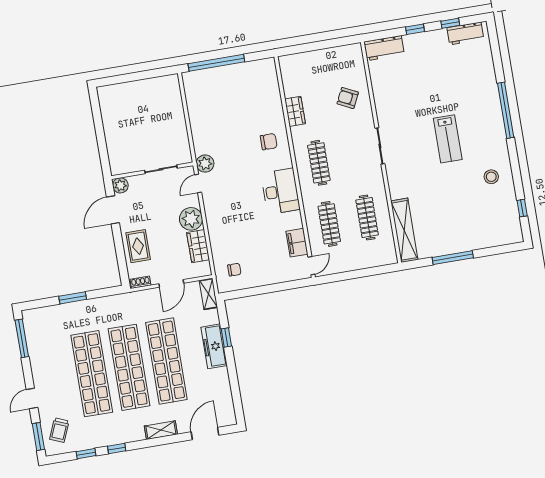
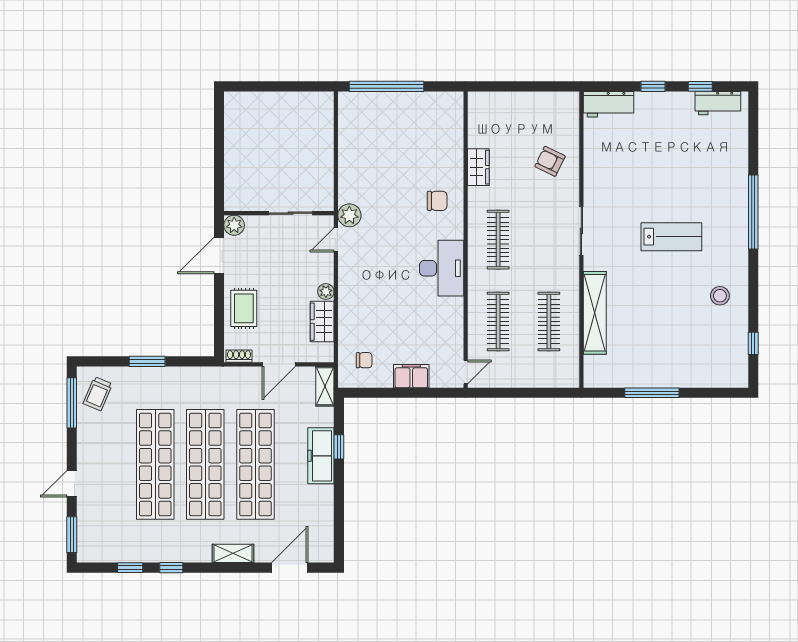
lab bench: (448, 139) -> (671, 237), turned -90
plant: (191, 219) -> (326, 292), width x0.53, depth x0.53
shelving: (404, 230) -> (595, 313), moved
filing cabinet: (297, 243) -> (411, 376), moved, turned 90
trolley: (59, 430) -> (98, 394), moved

